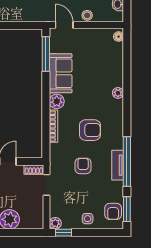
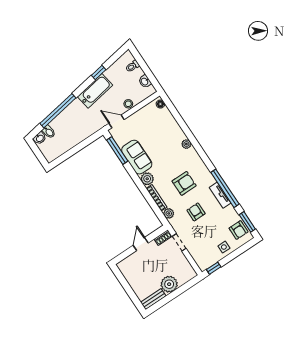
plant: (55, 223) -> (169, 213), moved

